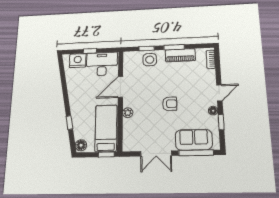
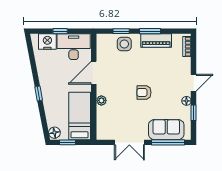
armchair: (170, 104) -> (144, 92), turned 180
window: (69, 123) -> (39, 94), moved
window: (106, 154) -> (68, 142), moved

